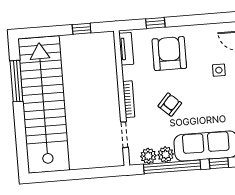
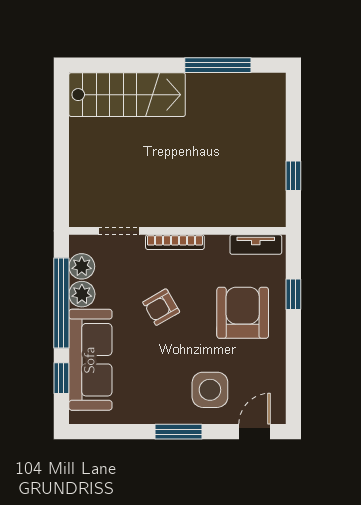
armchair: (169, 54) -> (243, 313), turned -90
side table: (219, 70) -> (210, 390), width x1.87, depth x1.87
stairs: (44, 105) -> (127, 95), width x0.54, depth x0.66
armchair: (170, 105) -> (161, 307), turned 108

